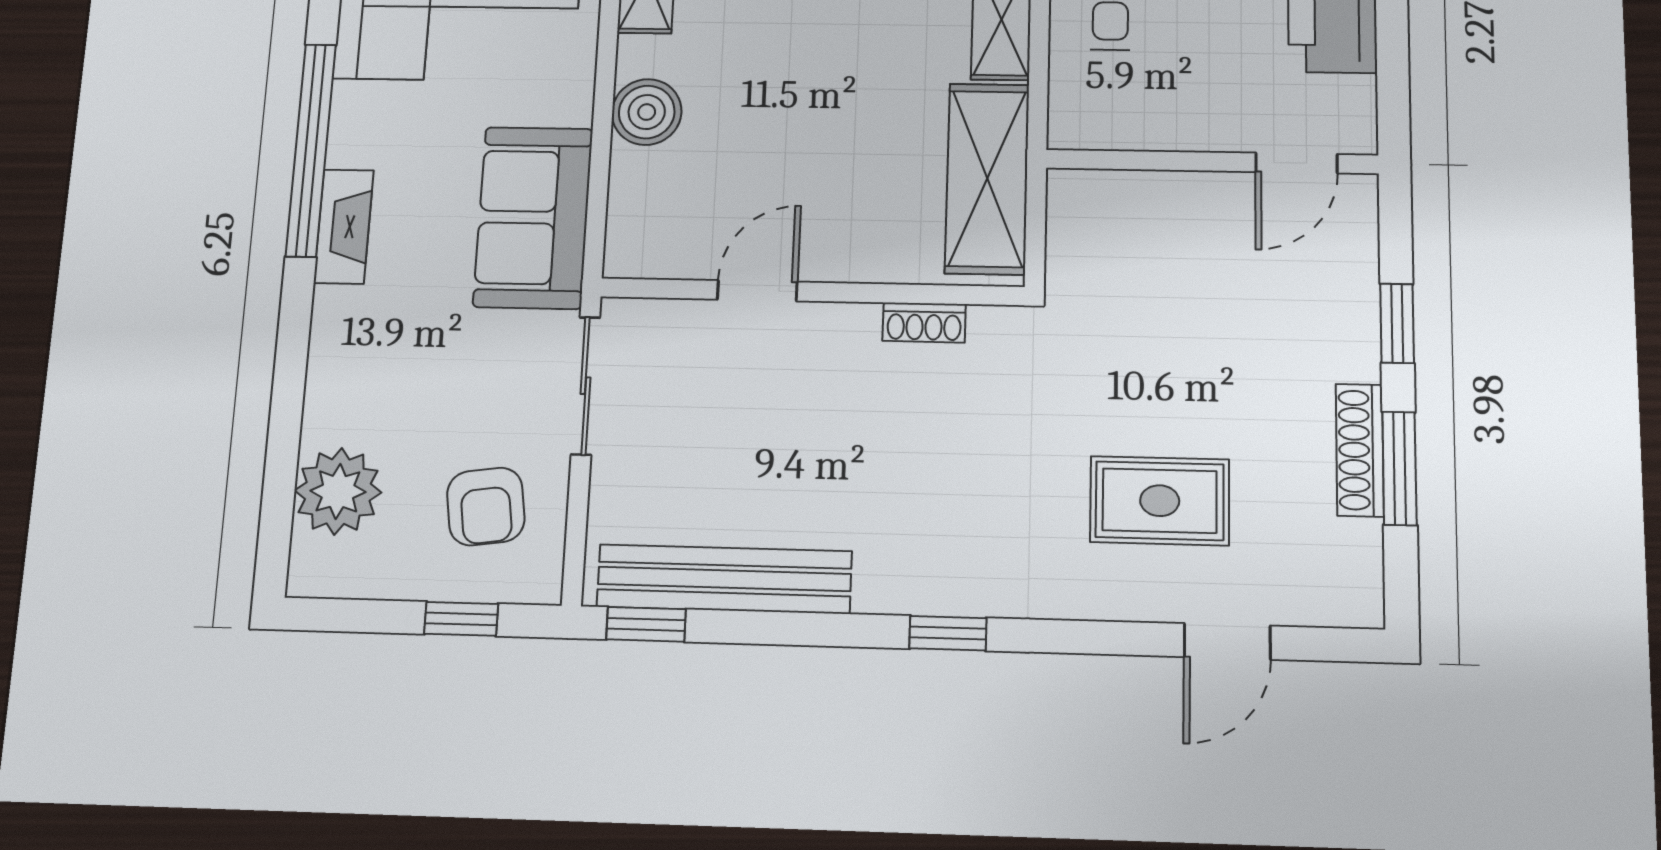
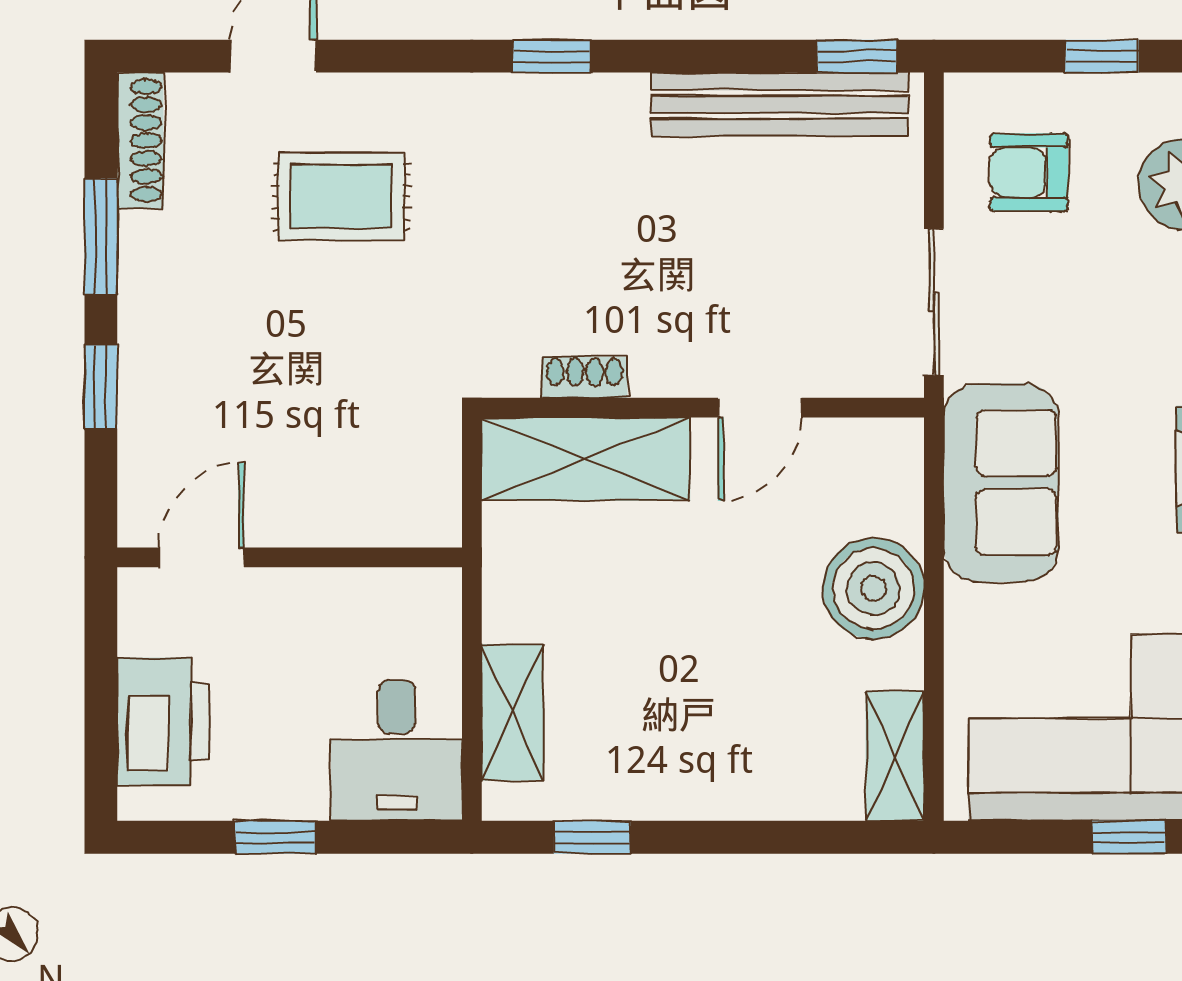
boiler: (647, 112) -> (873, 588), width x1.37, depth x1.37
shelving: (987, 179) -> (586, 459), moved, turned 90
shoe rack: (1360, 450) -> (140, 141), moved
armchair: (486, 507) -> (1029, 172), turned -82
window: (461, 619) -> (1102, 56), moved

